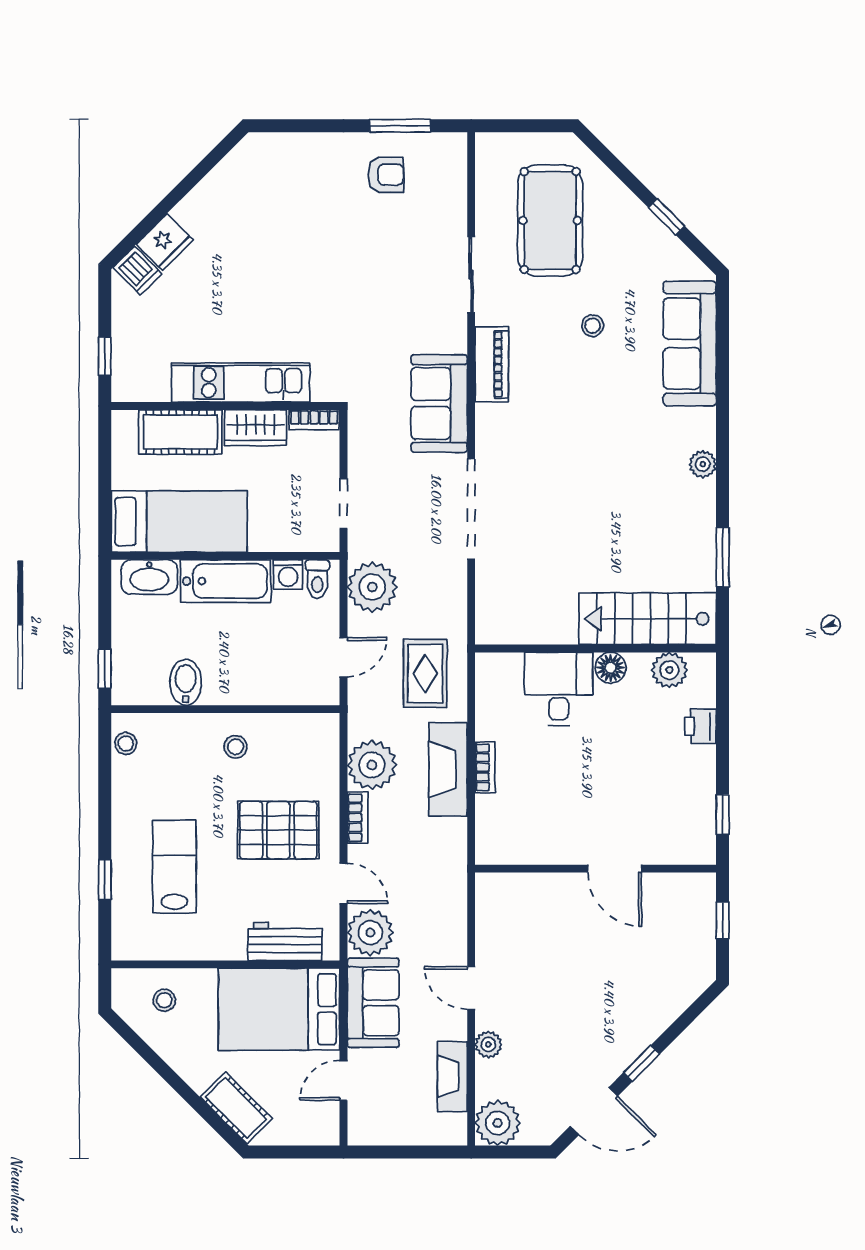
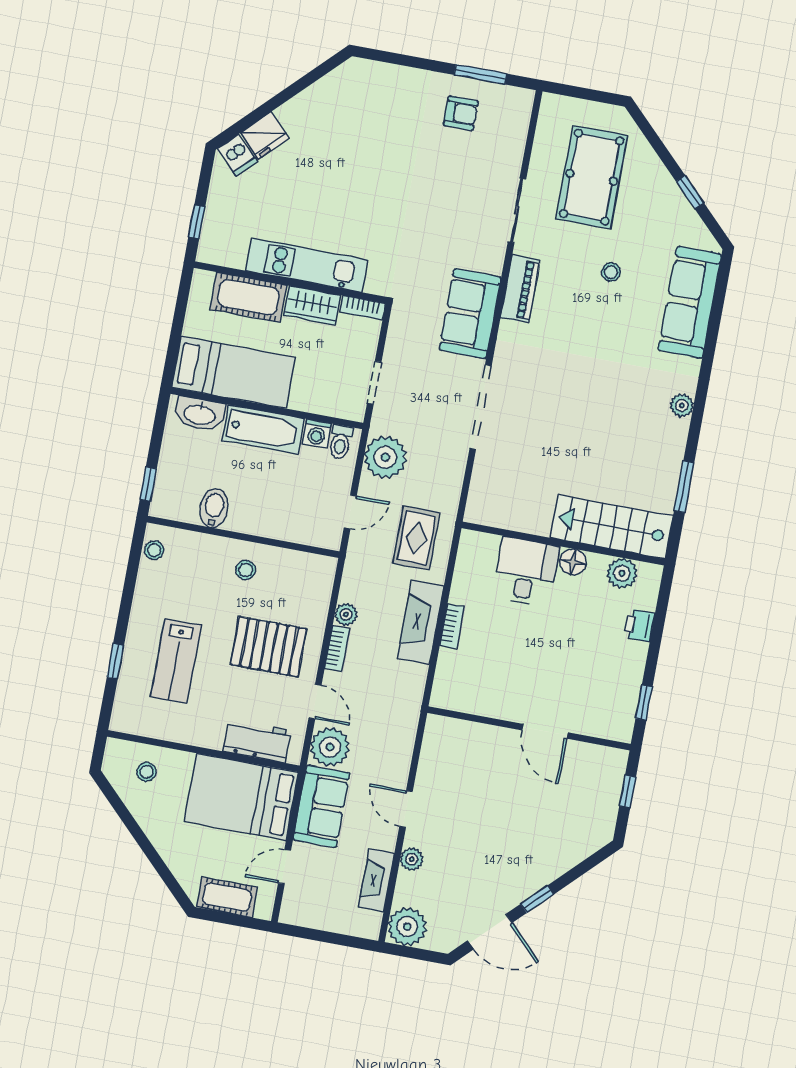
plant: (372, 765) -> (346, 614), width x0.53, depth x0.53
lab bench: (174, 866) -> (176, 661), turned 180
cot: (236, 1108) -> (227, 897), moved, turned -45

